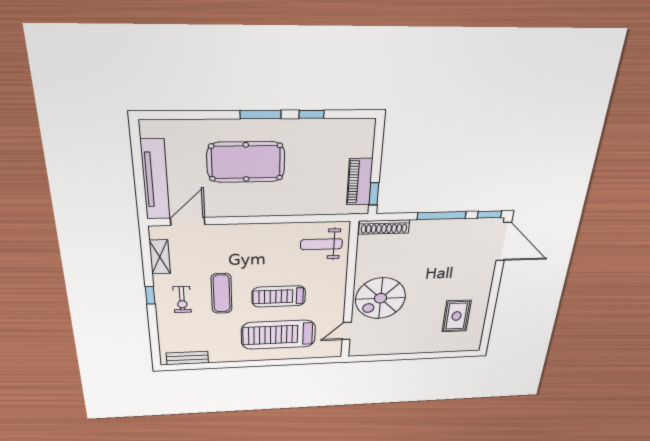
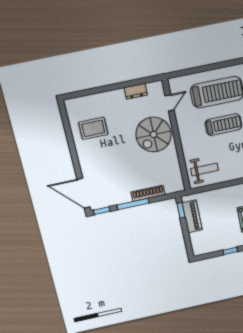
shoe rack: (384, 227) -> (148, 193), moved
spiral stairs: (381, 298) -> (154, 135), turned 180
rug: (457, 316) -> (93, 128), turned 90
dresser: (386, 348) -> (136, 91), added

